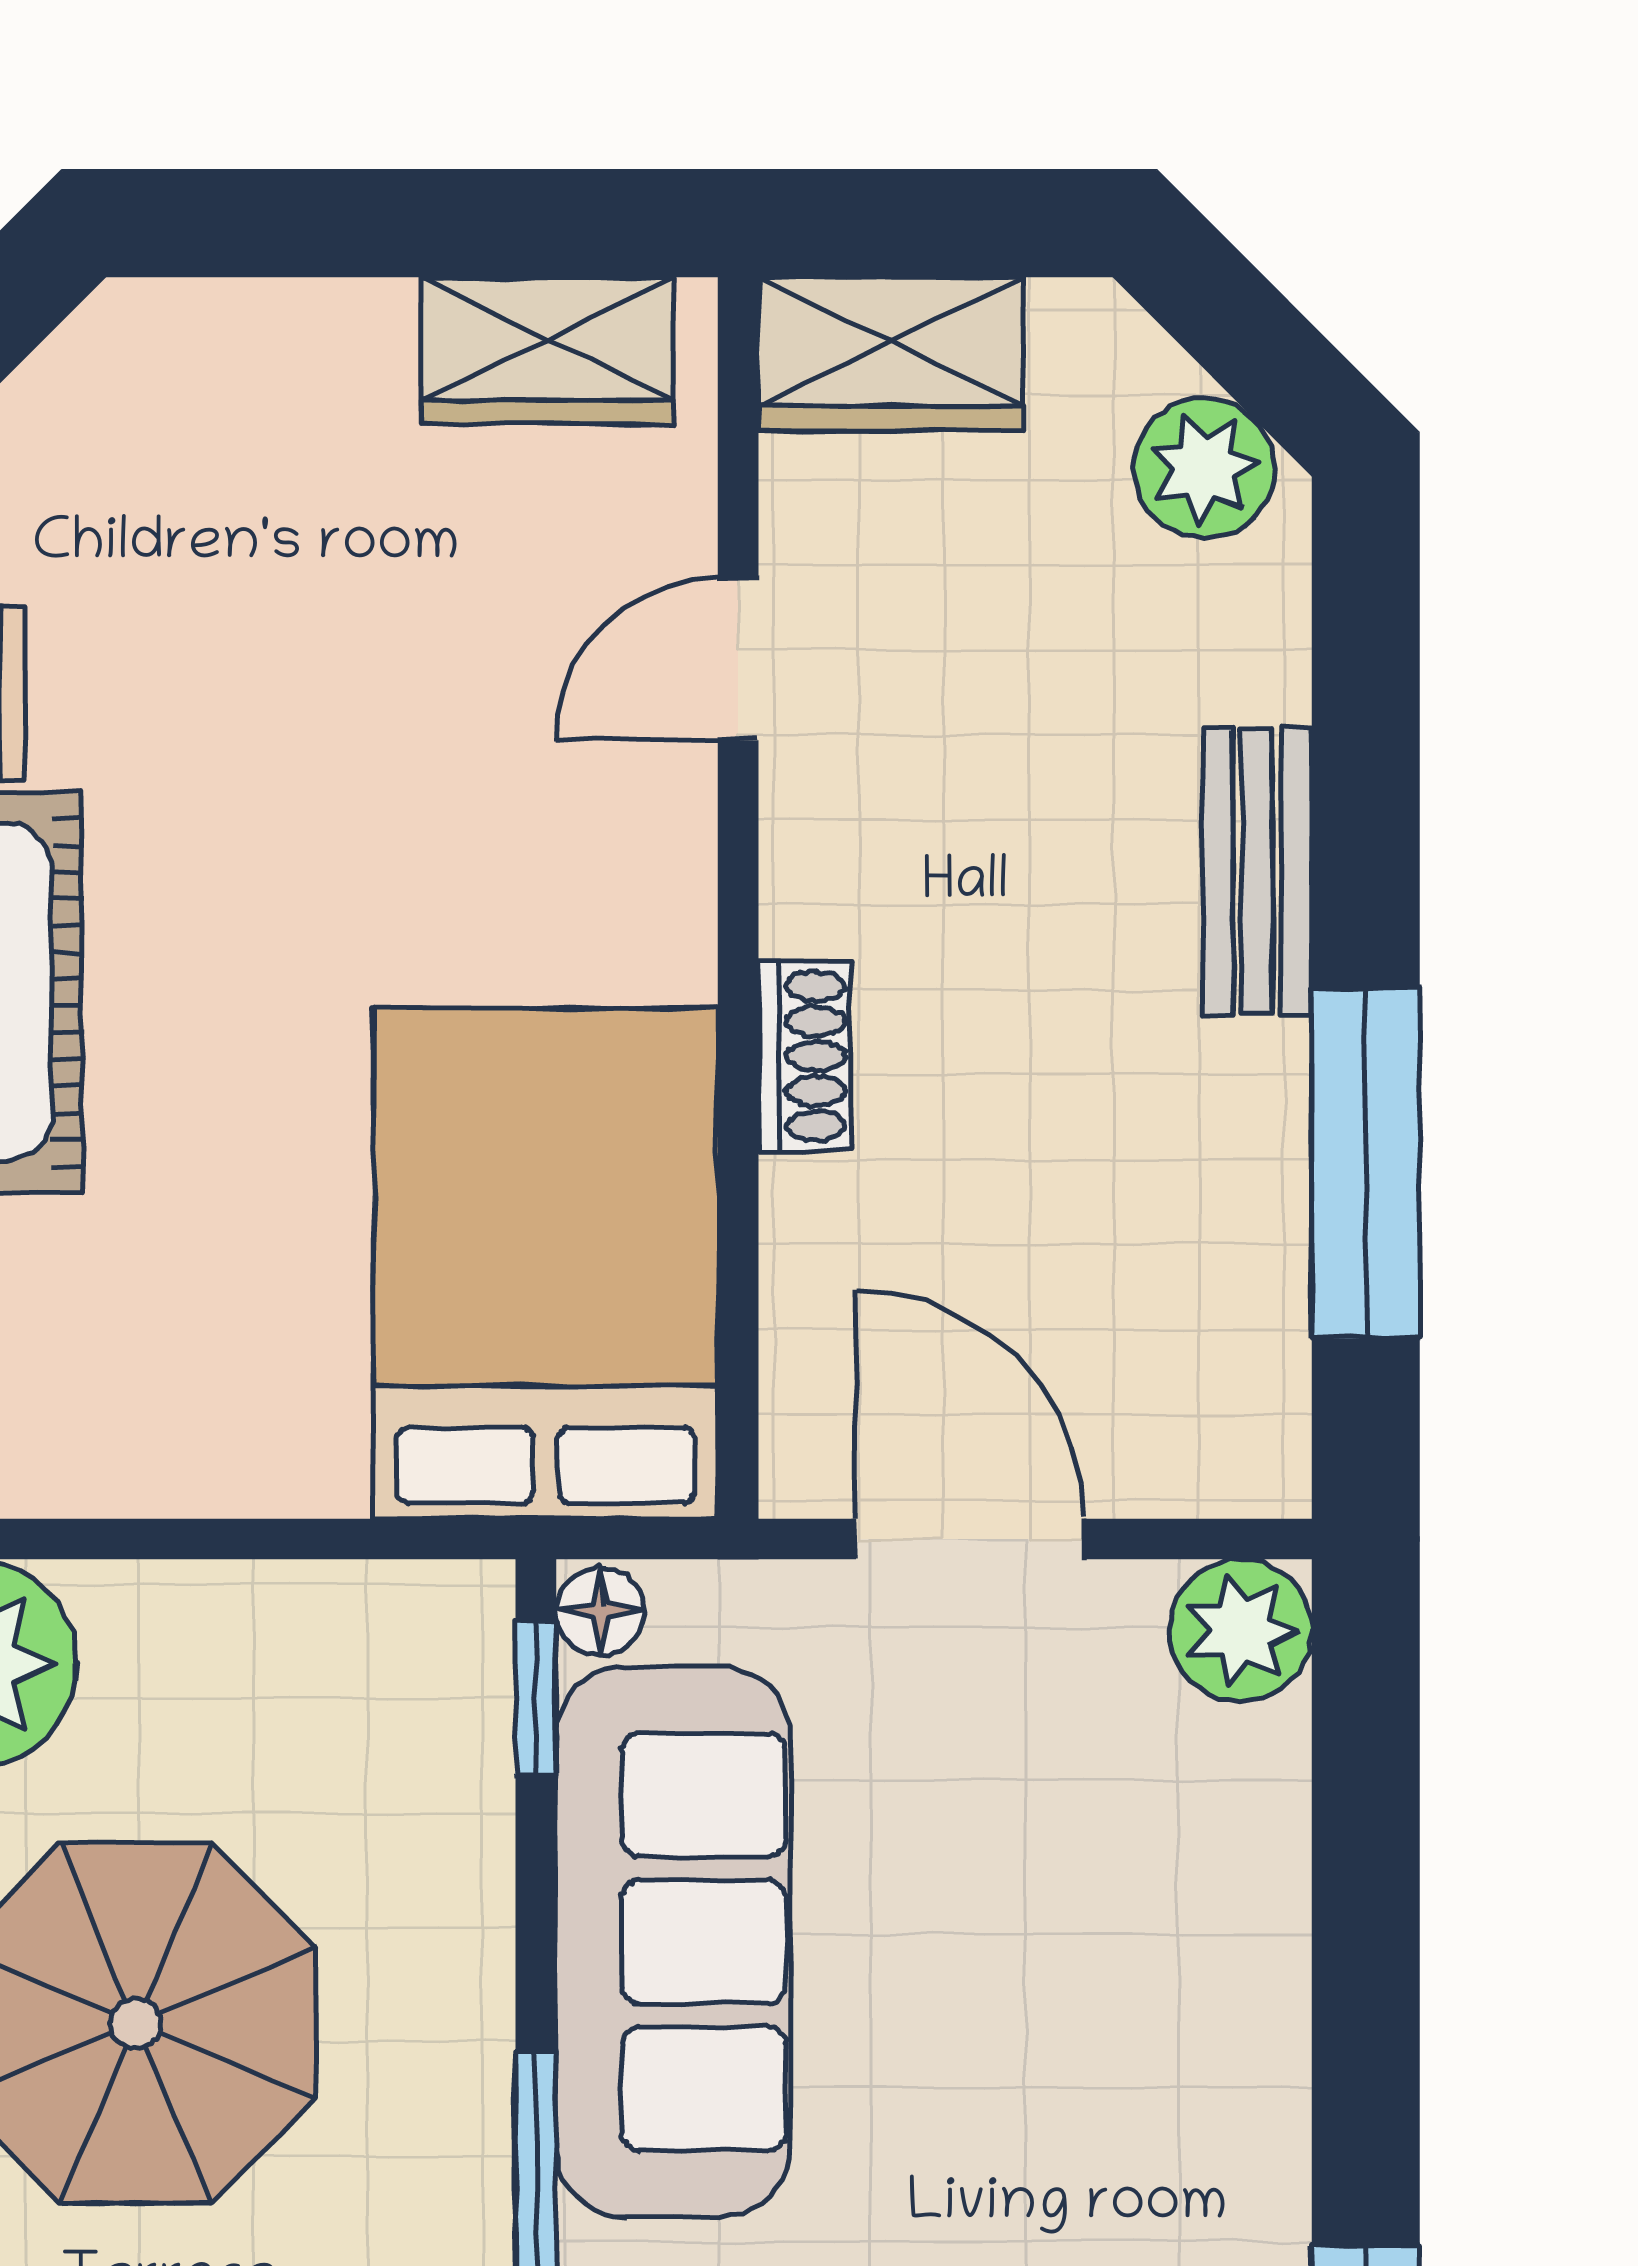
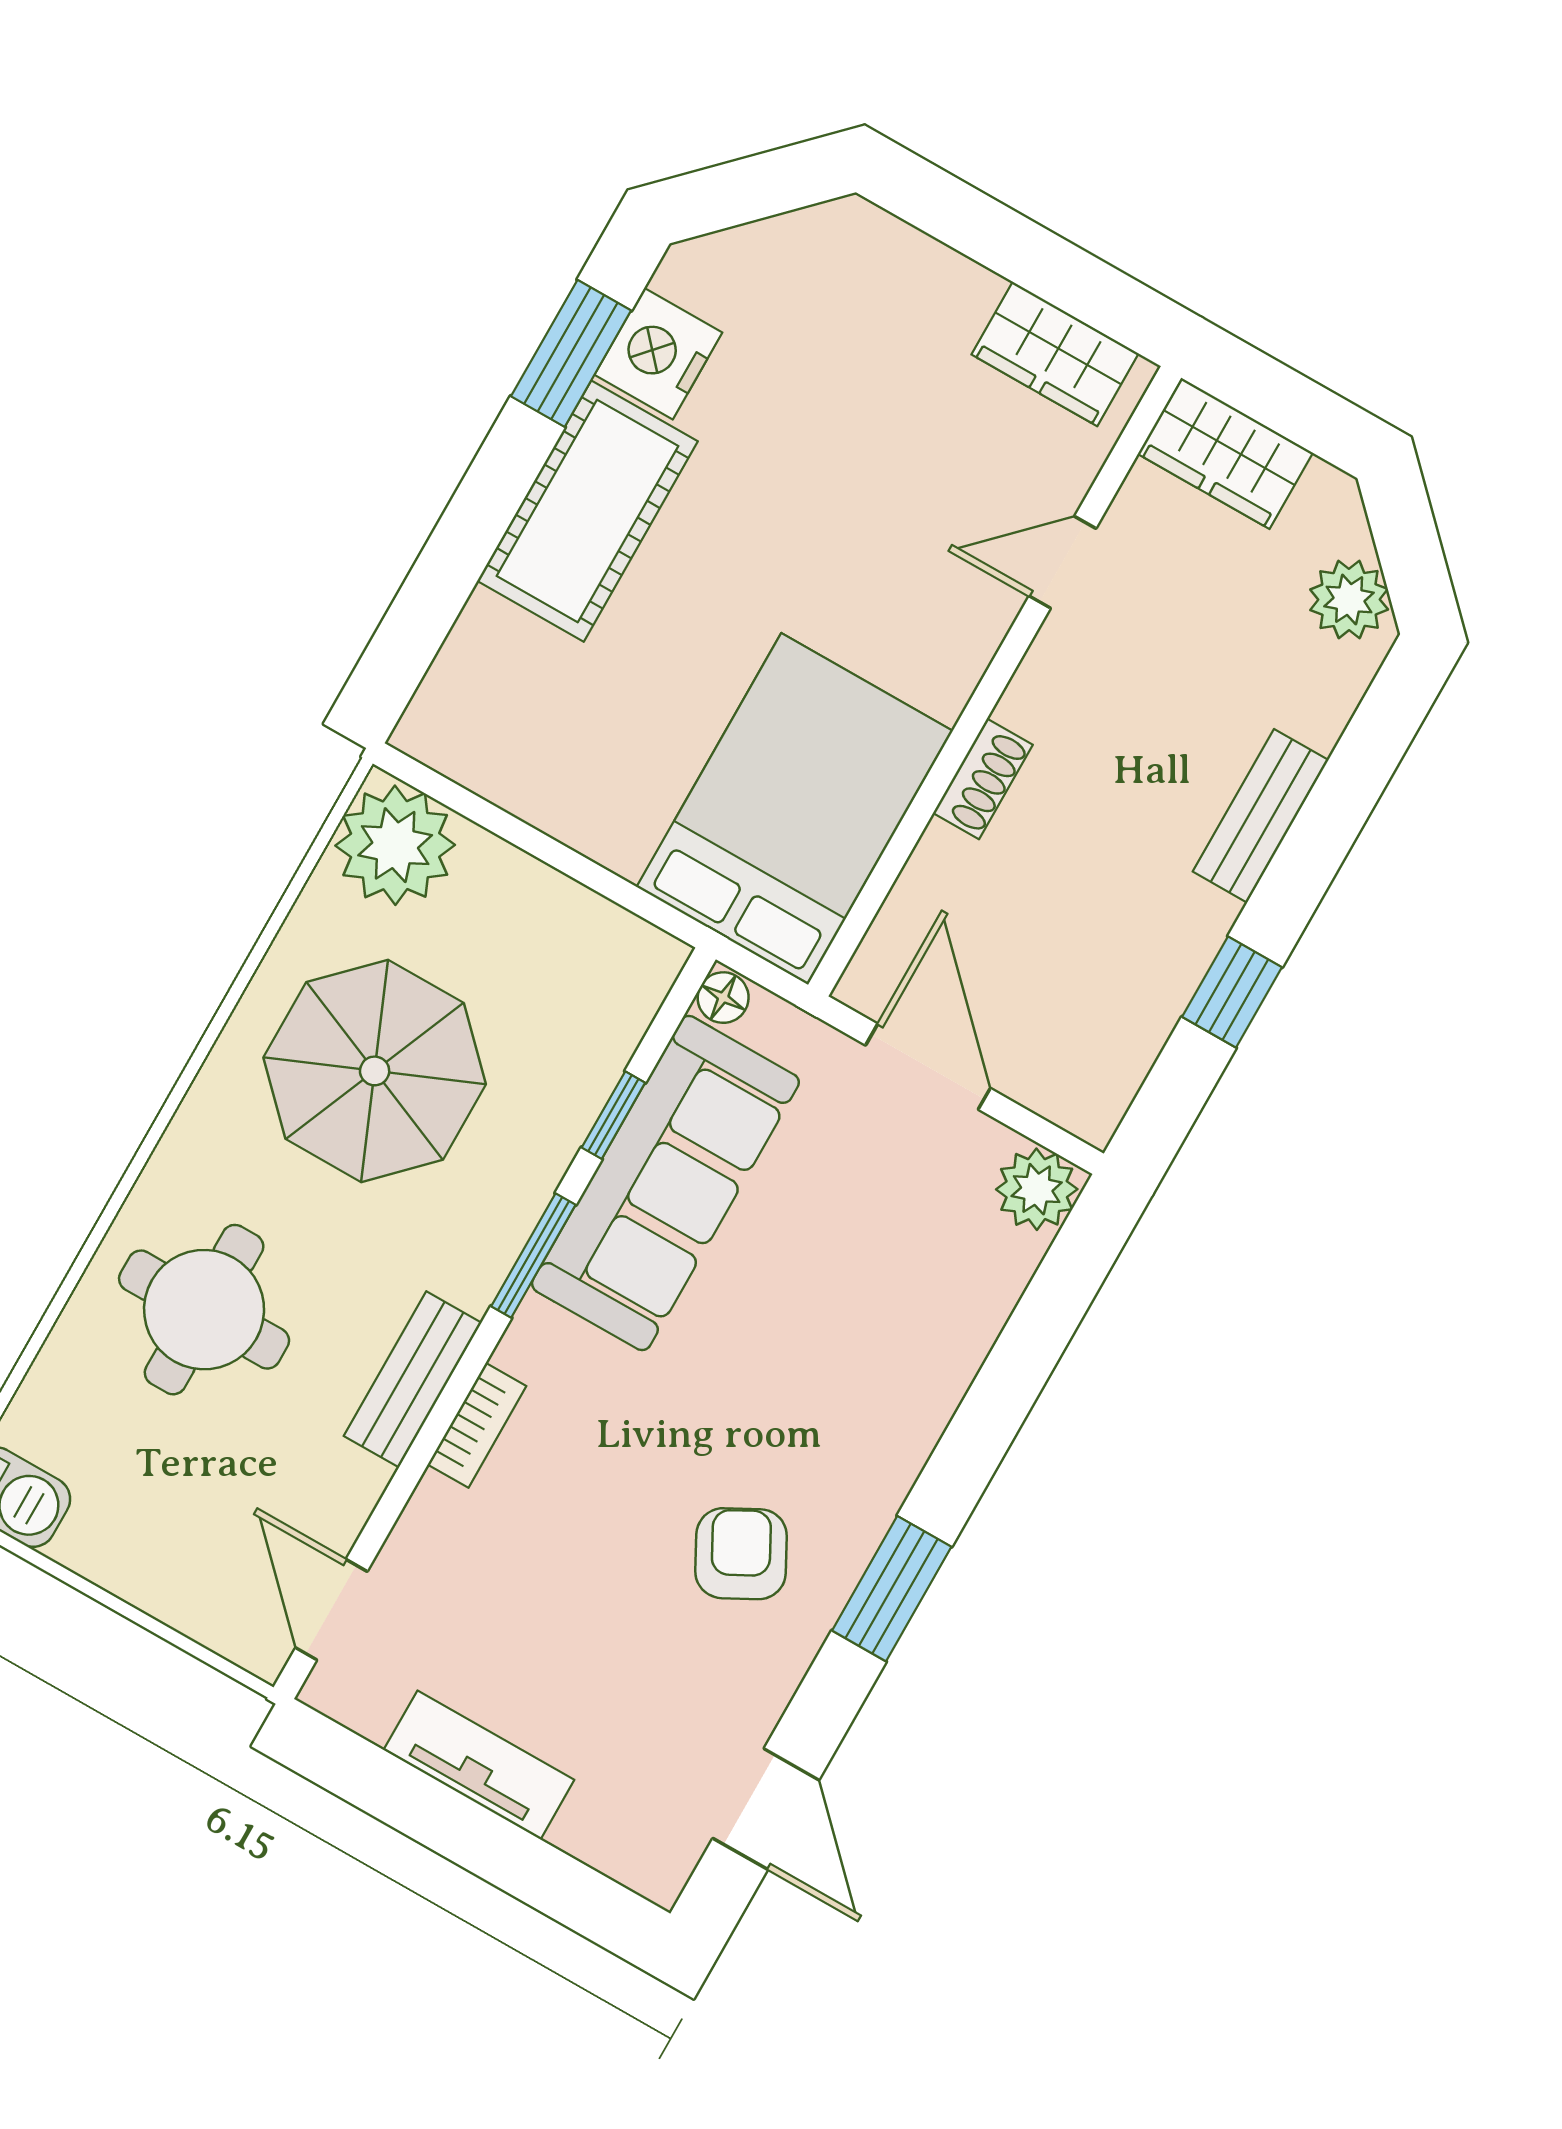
window: (1366, 1163) -> (1232, 992), width x0.46
window: (536, 1698) -> (613, 1115), moved

